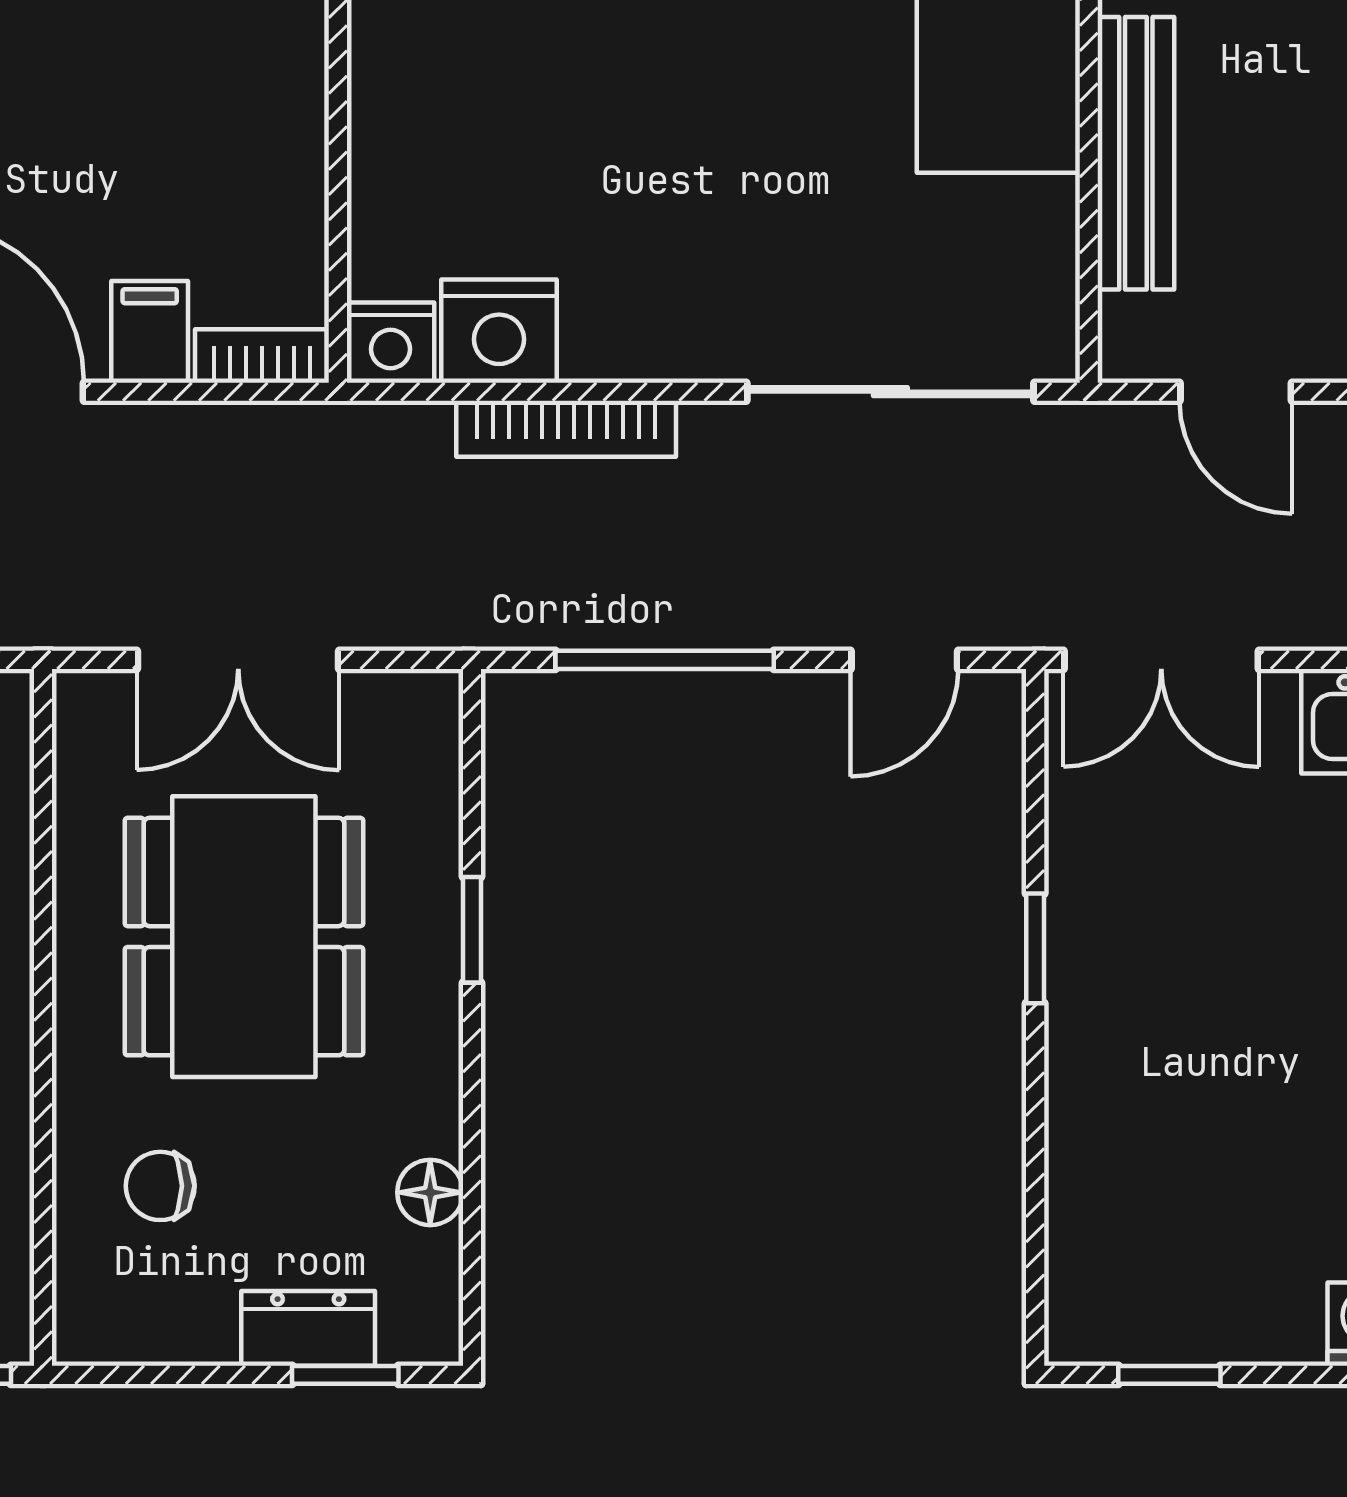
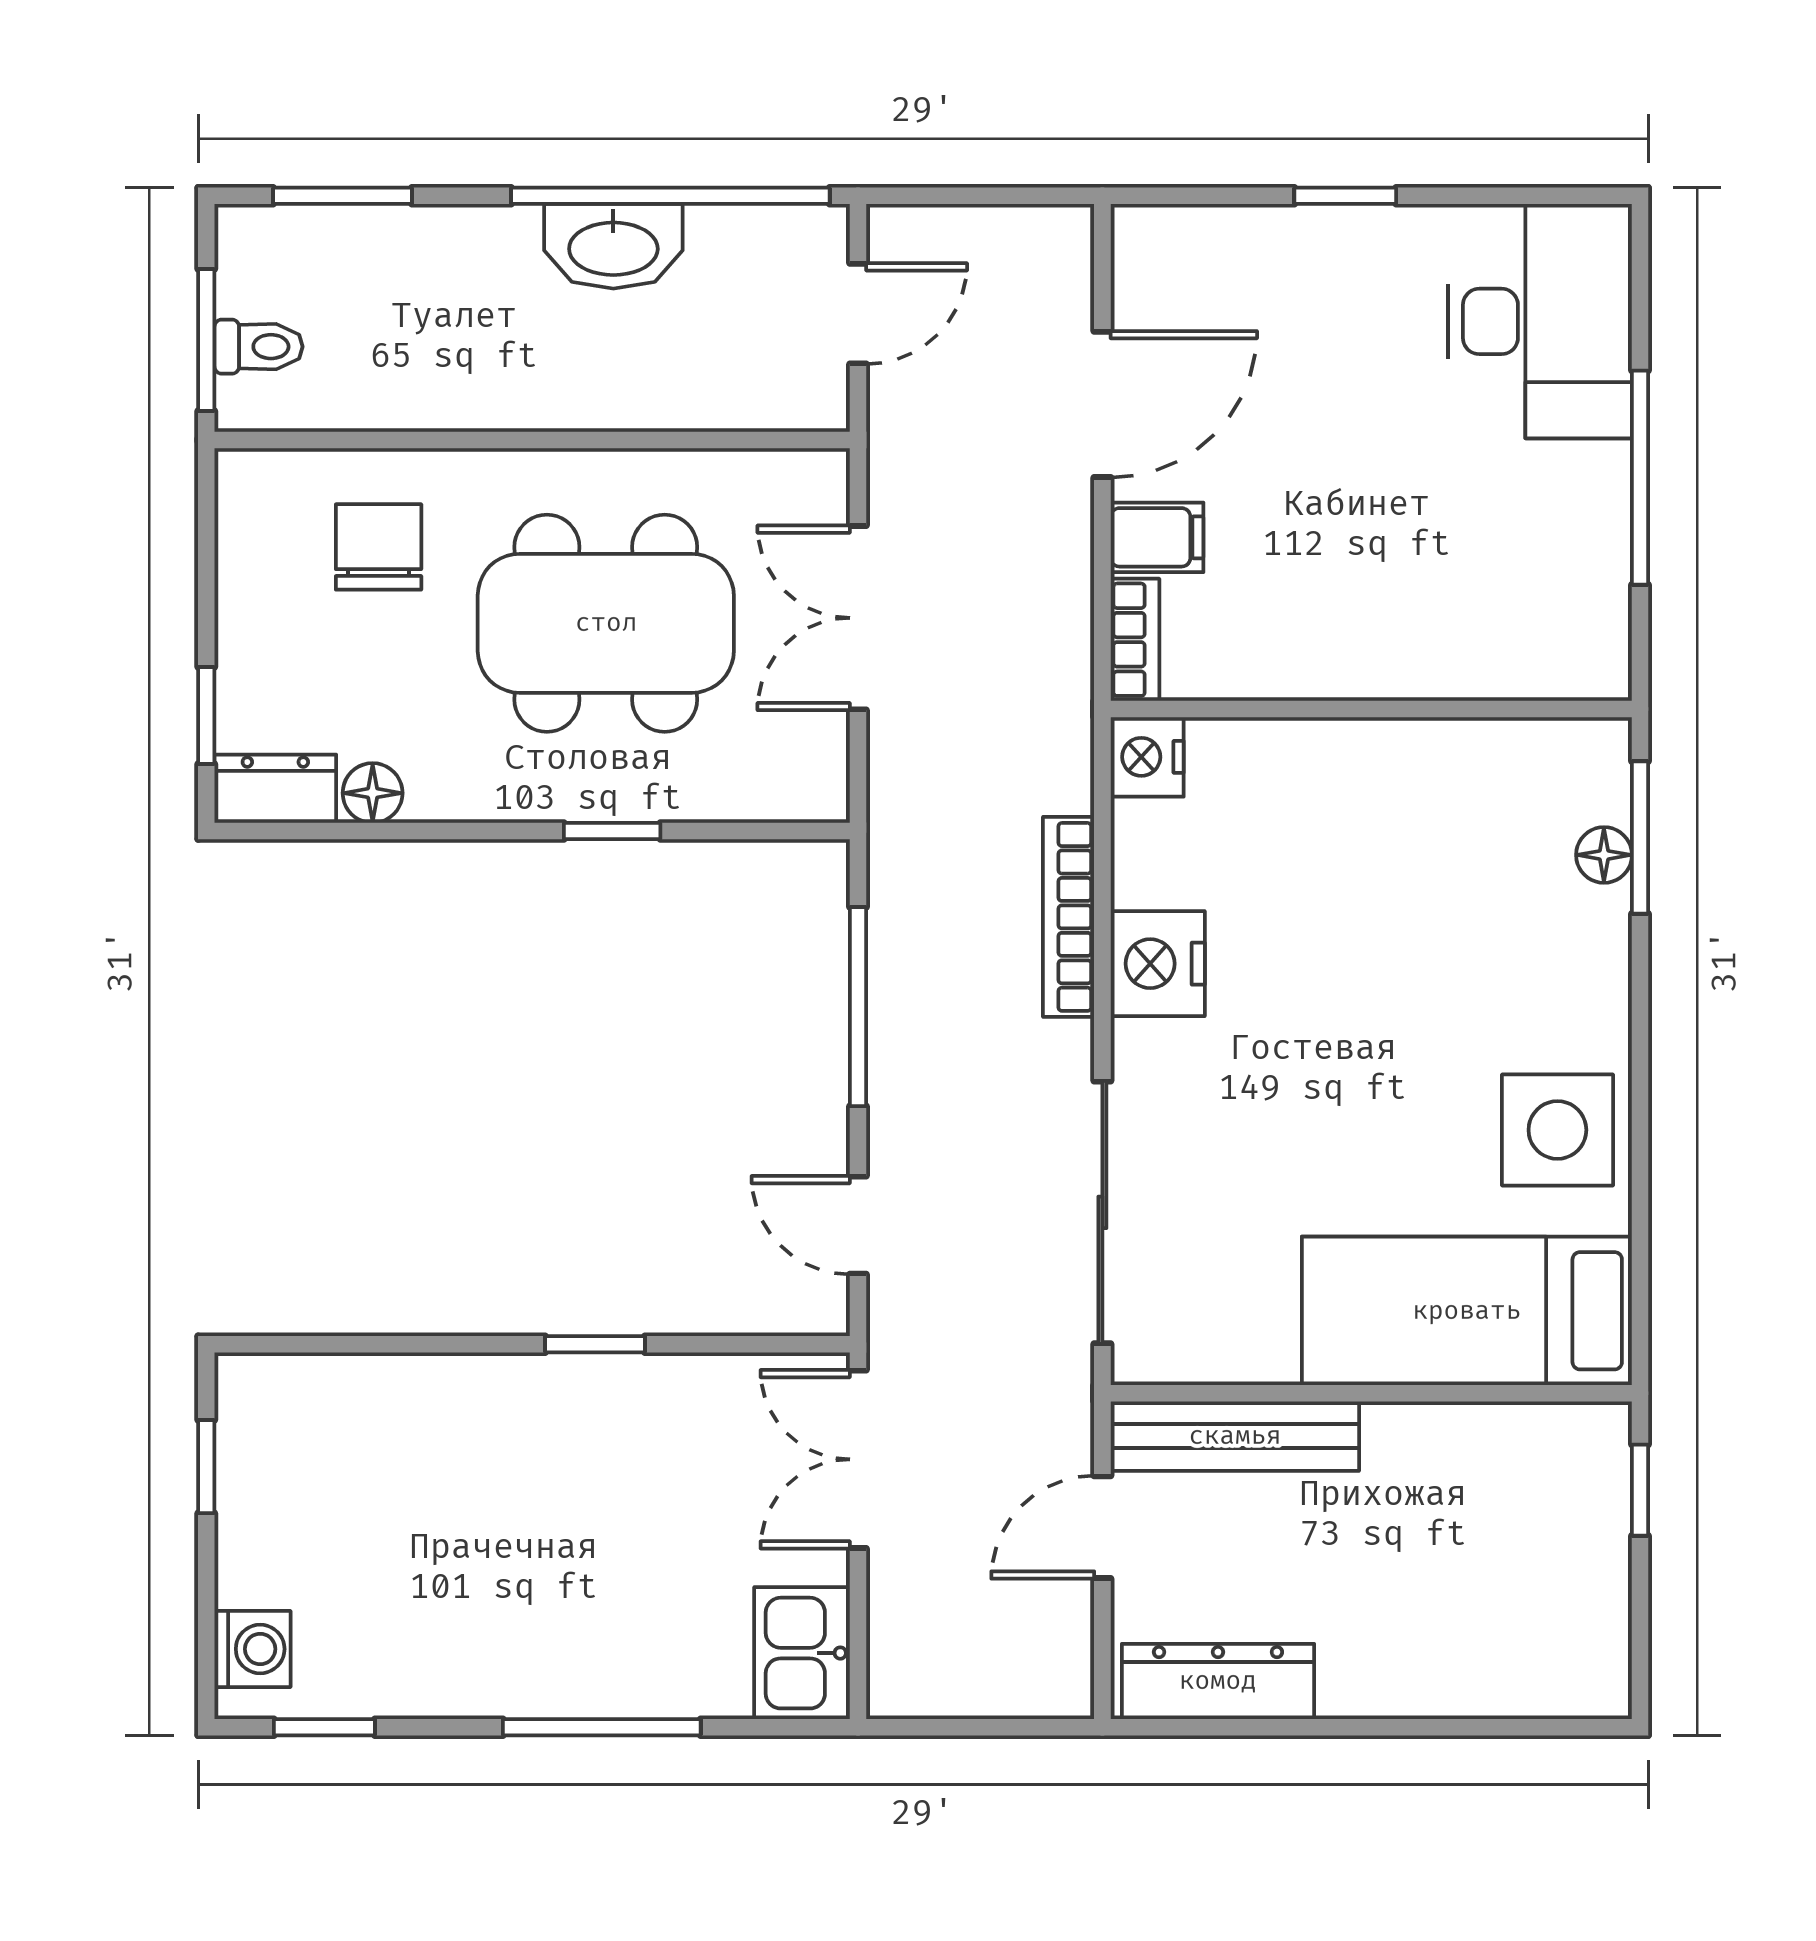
bench: (1136, 153) -> (1235, 1436), moved
nightstand: (499, 331) -> (1158, 964), moved
chair: (160, 1186) -> (379, 547), width x1.37, depth x1.37
dresser: (308, 1328) -> (275, 789), moved, turned -90

